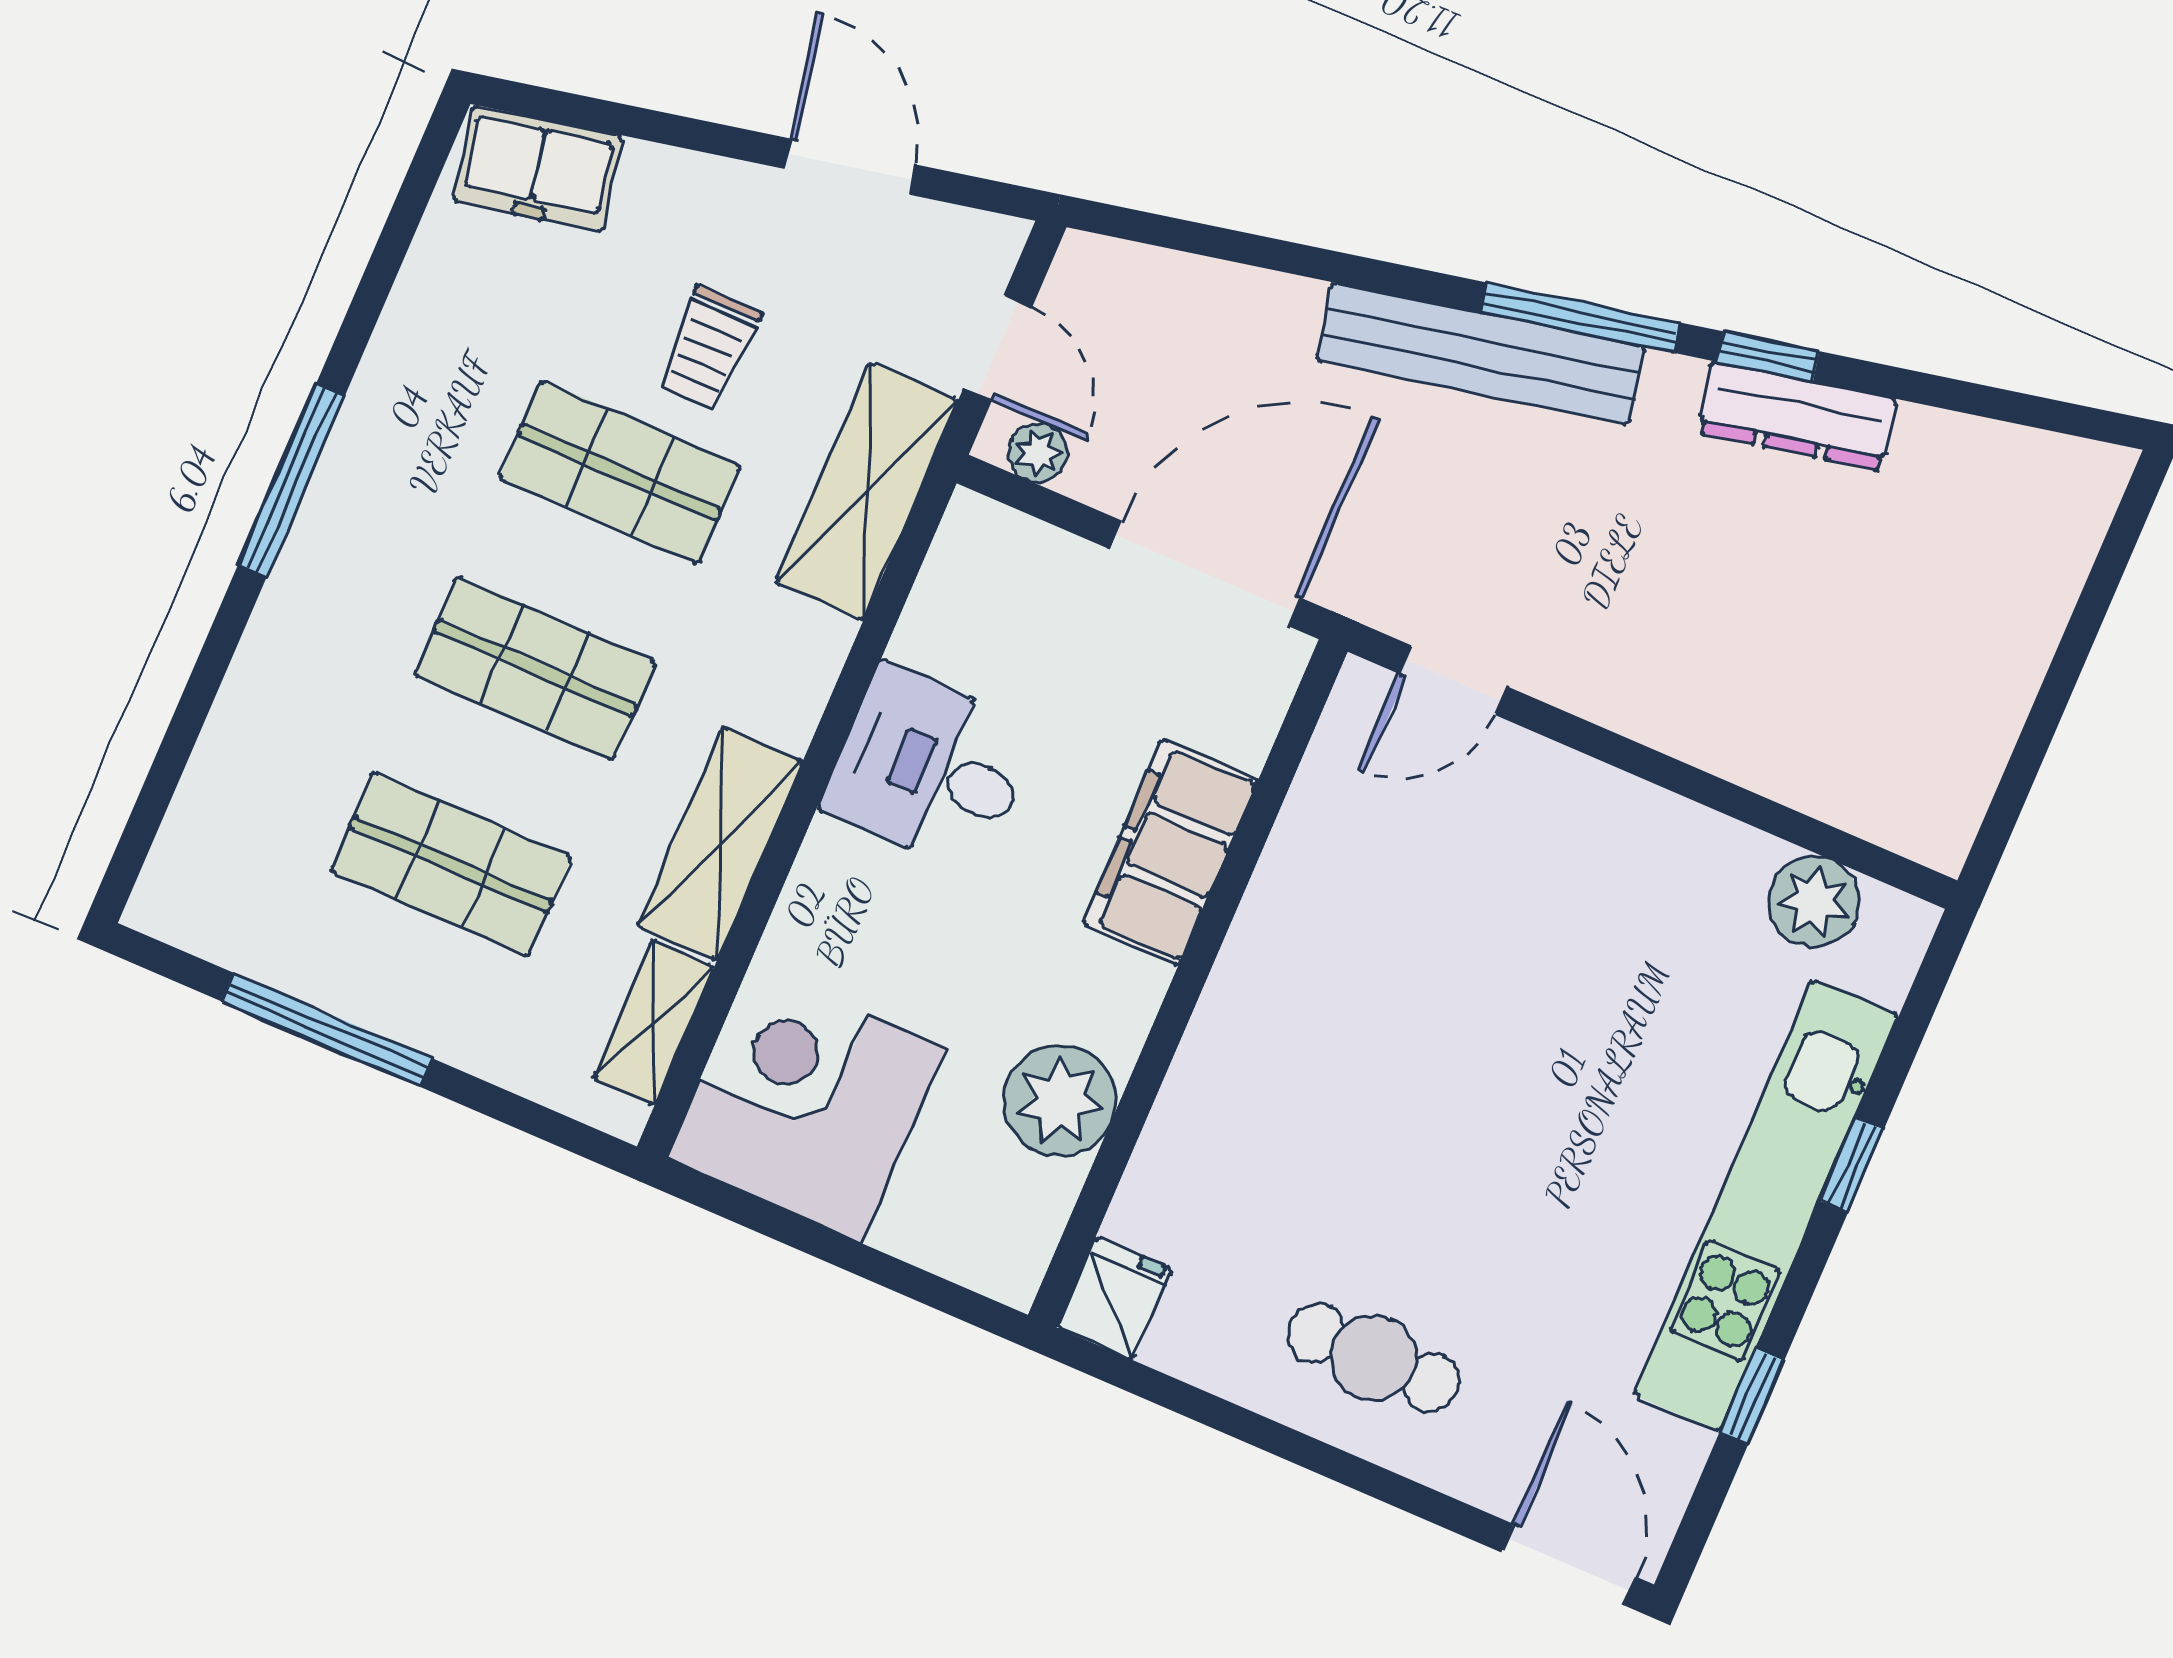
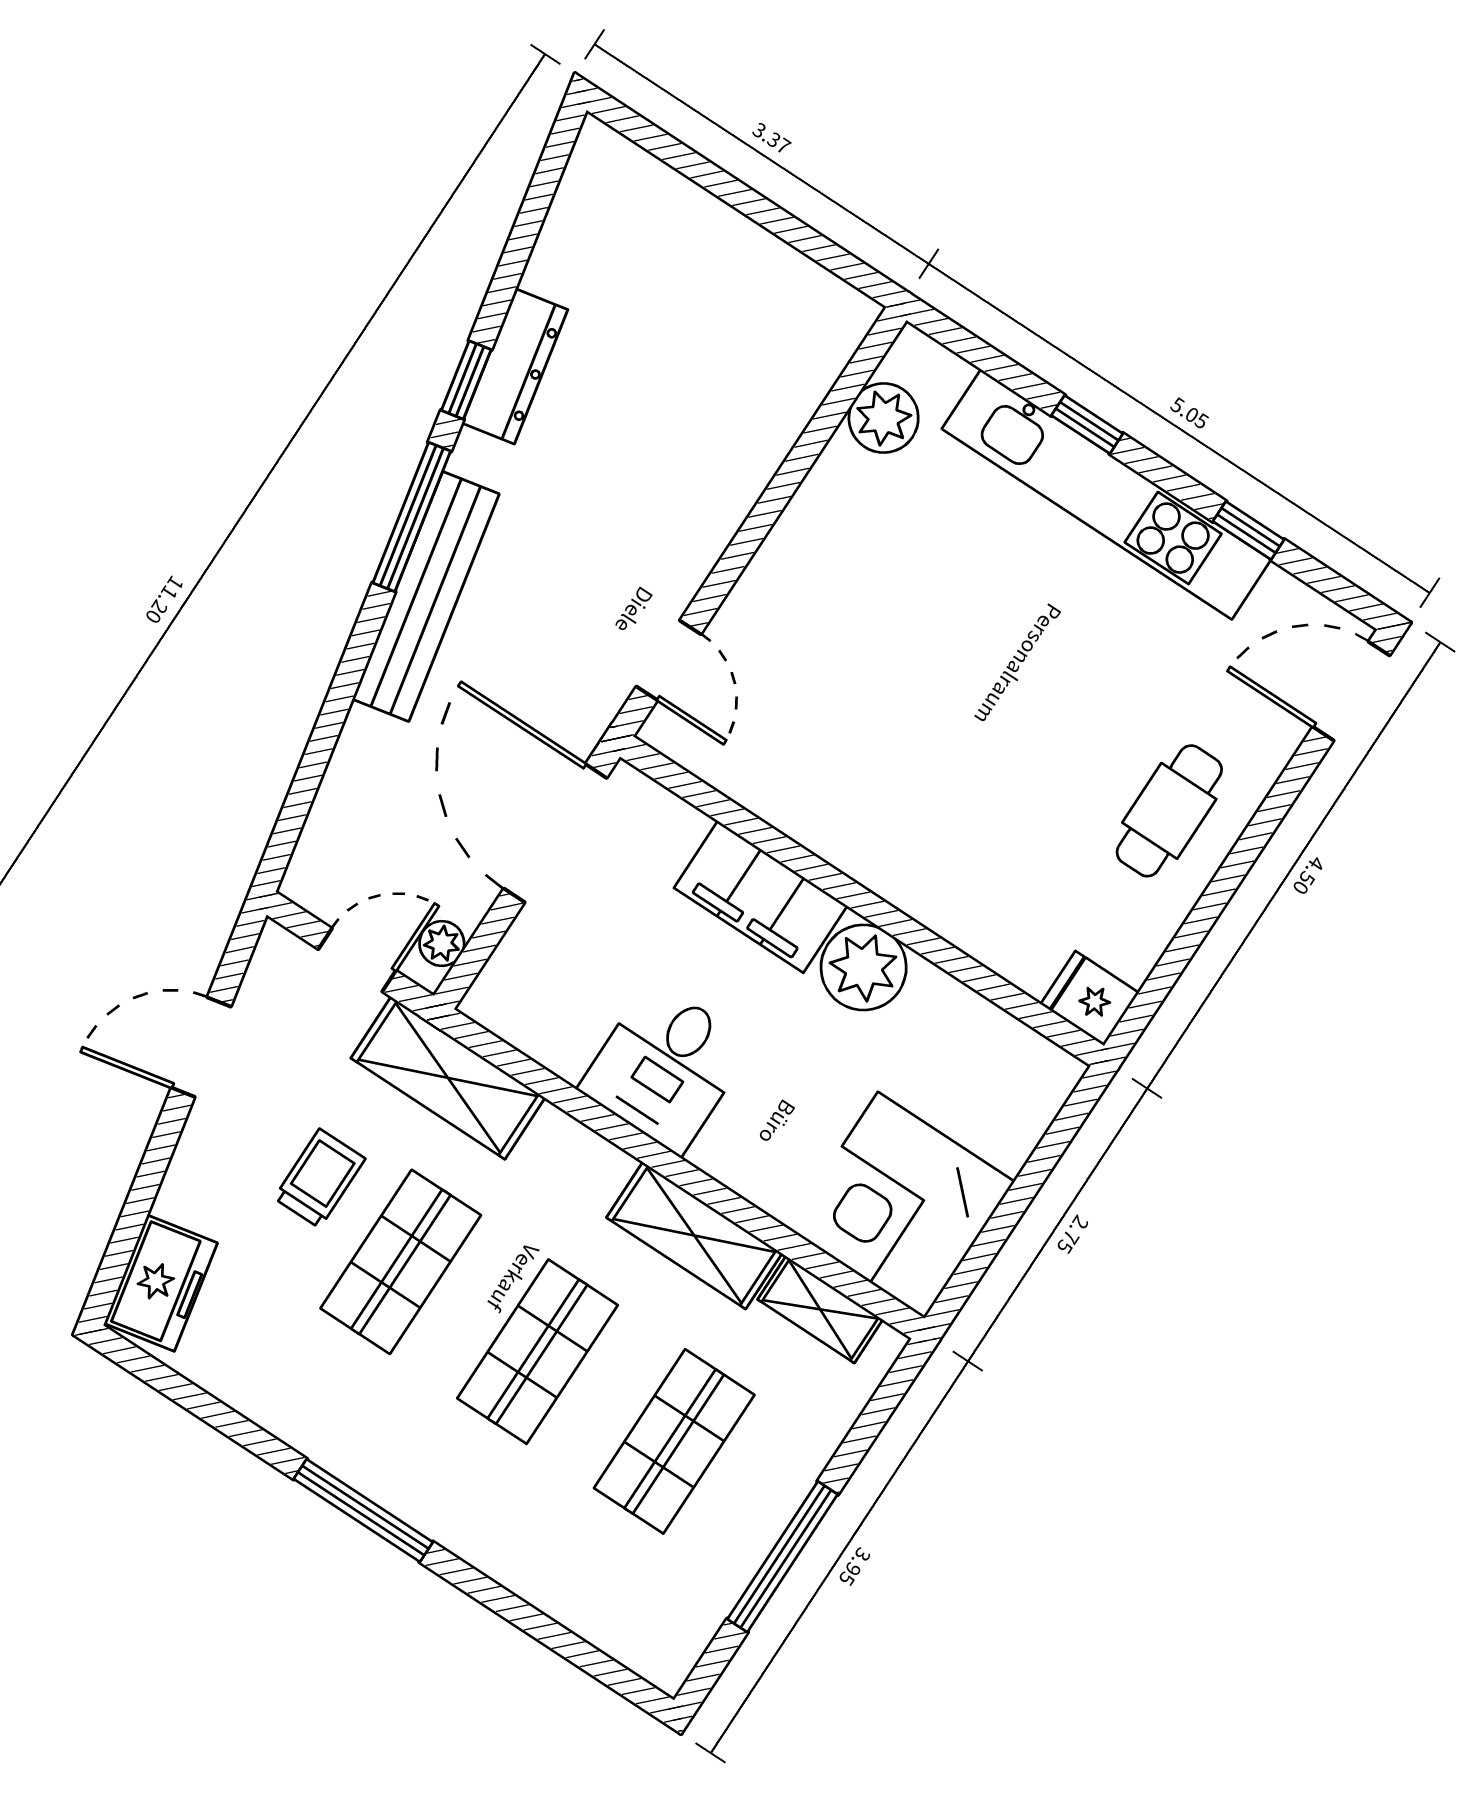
trolley: (708, 349) -> (320, 1178), turned -90
plant: (1060, 1101) -> (864, 967), moved

